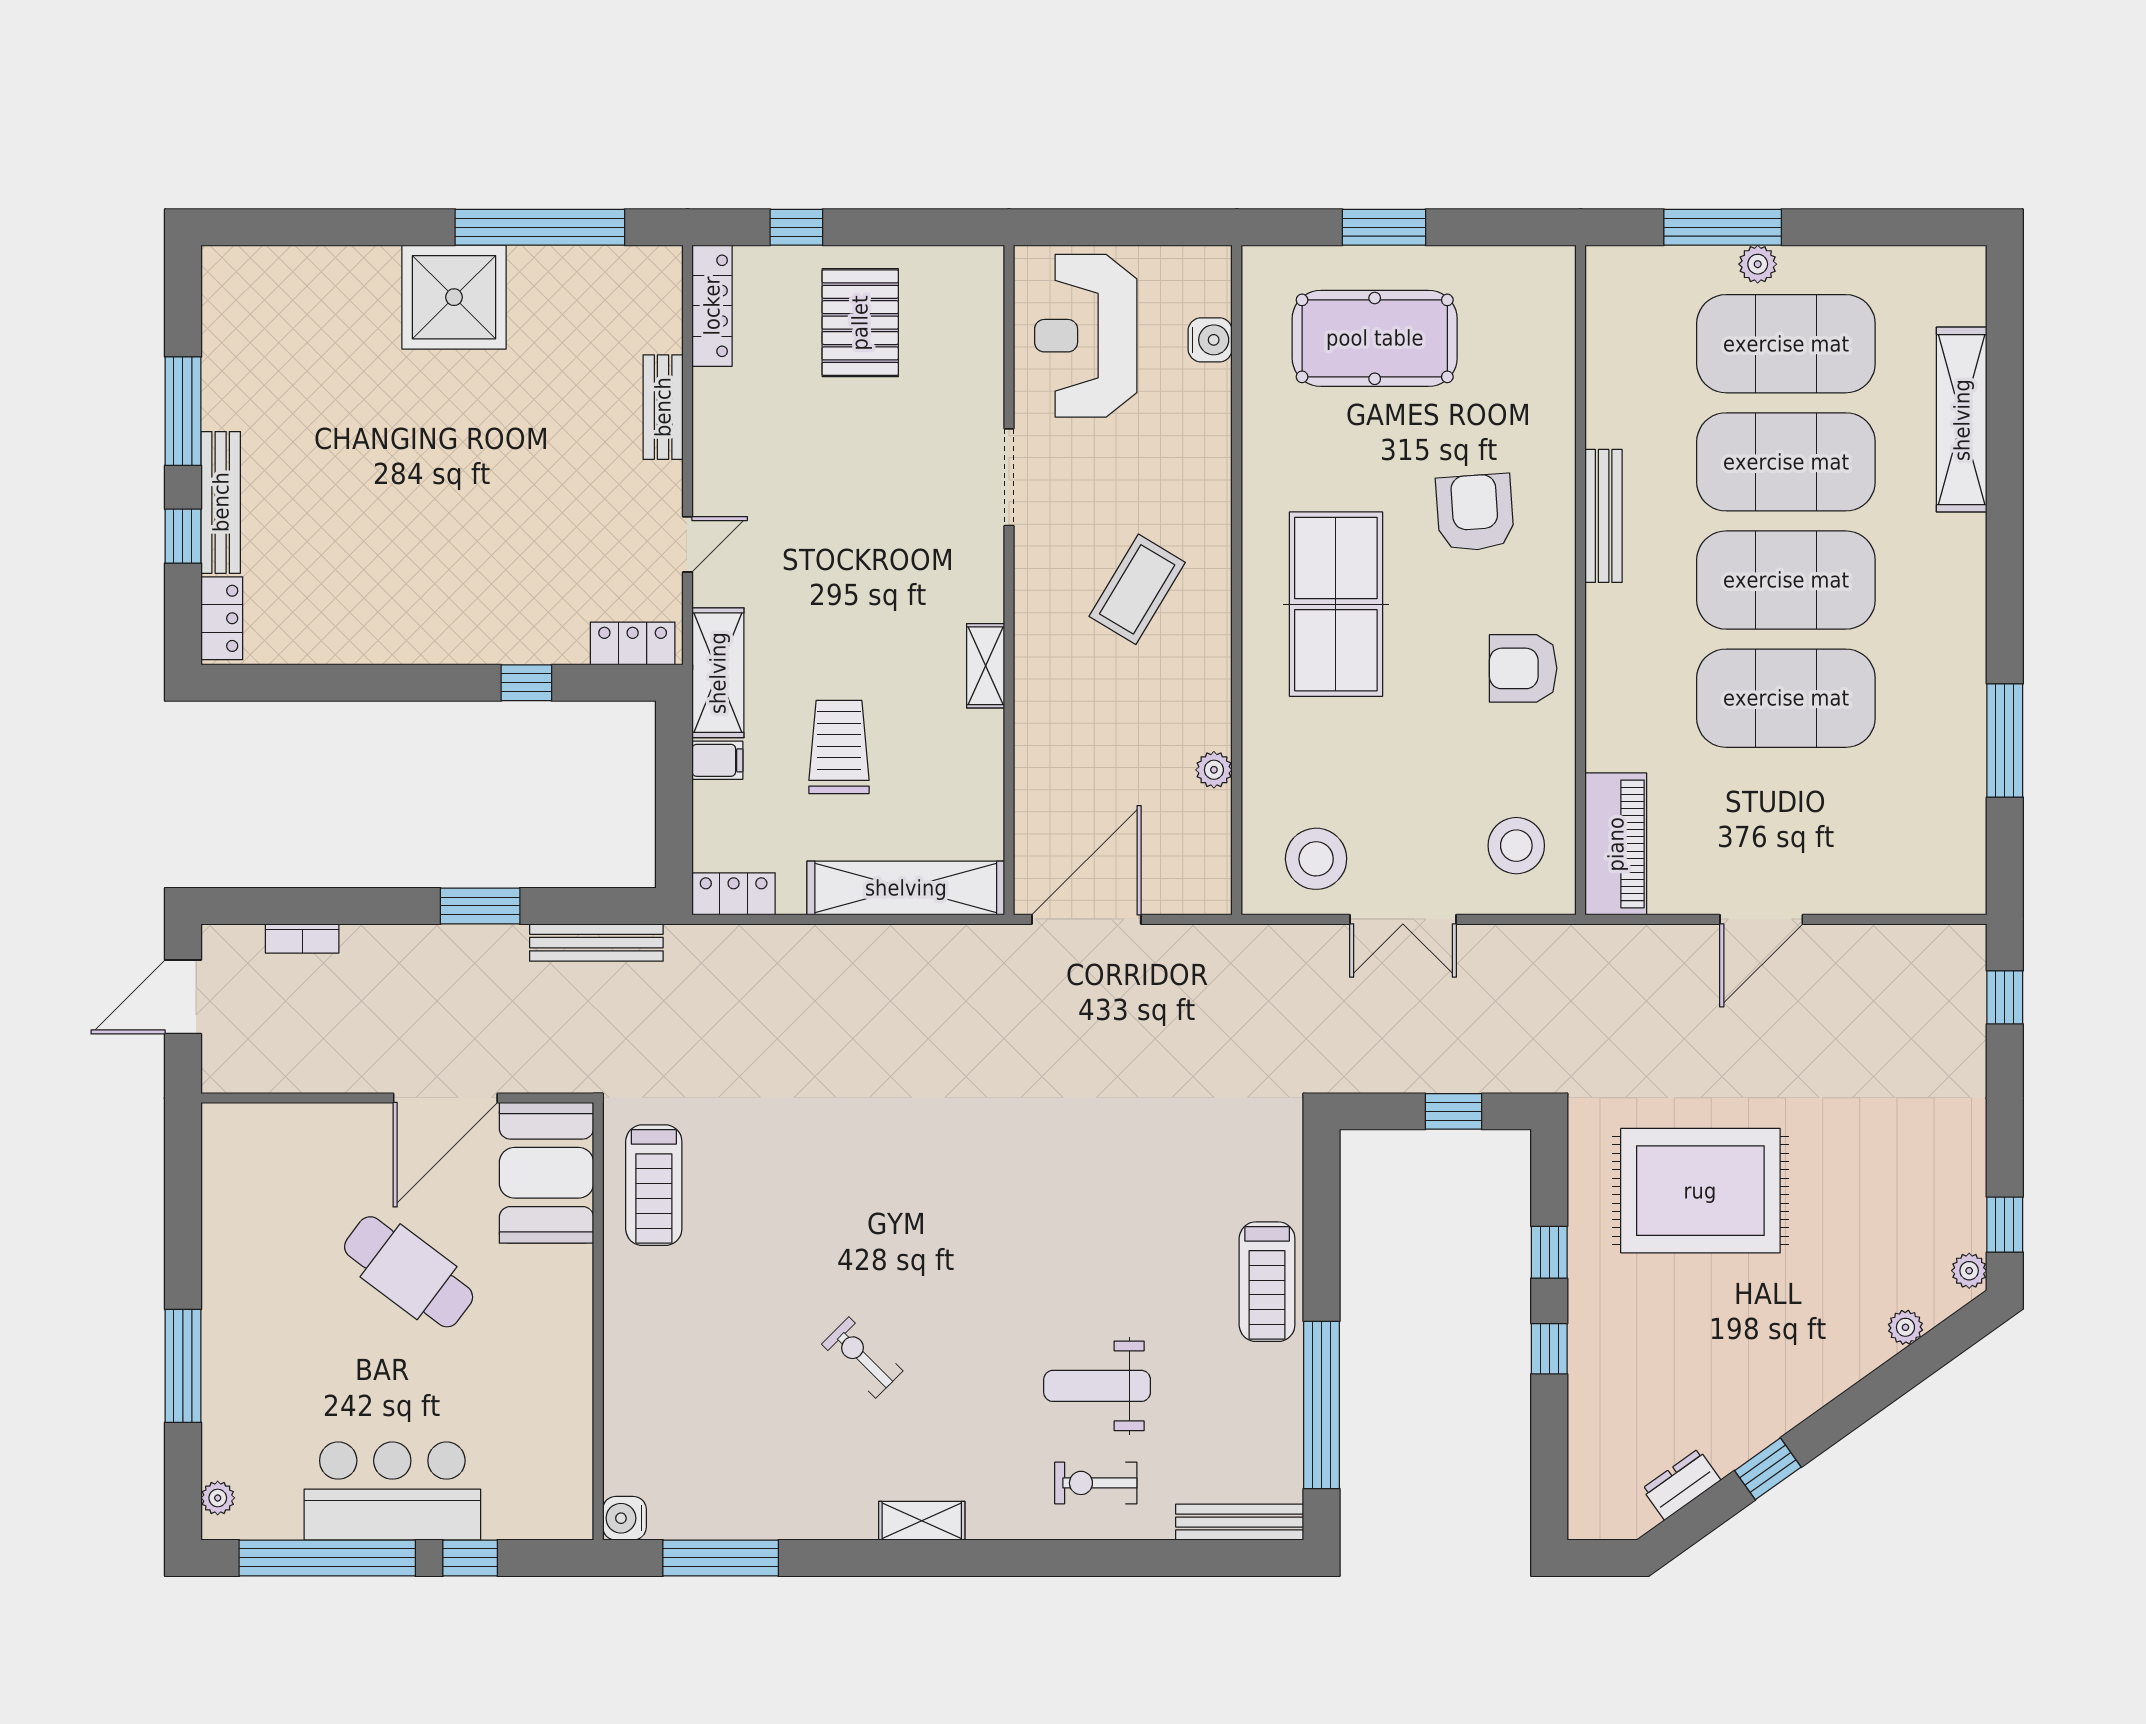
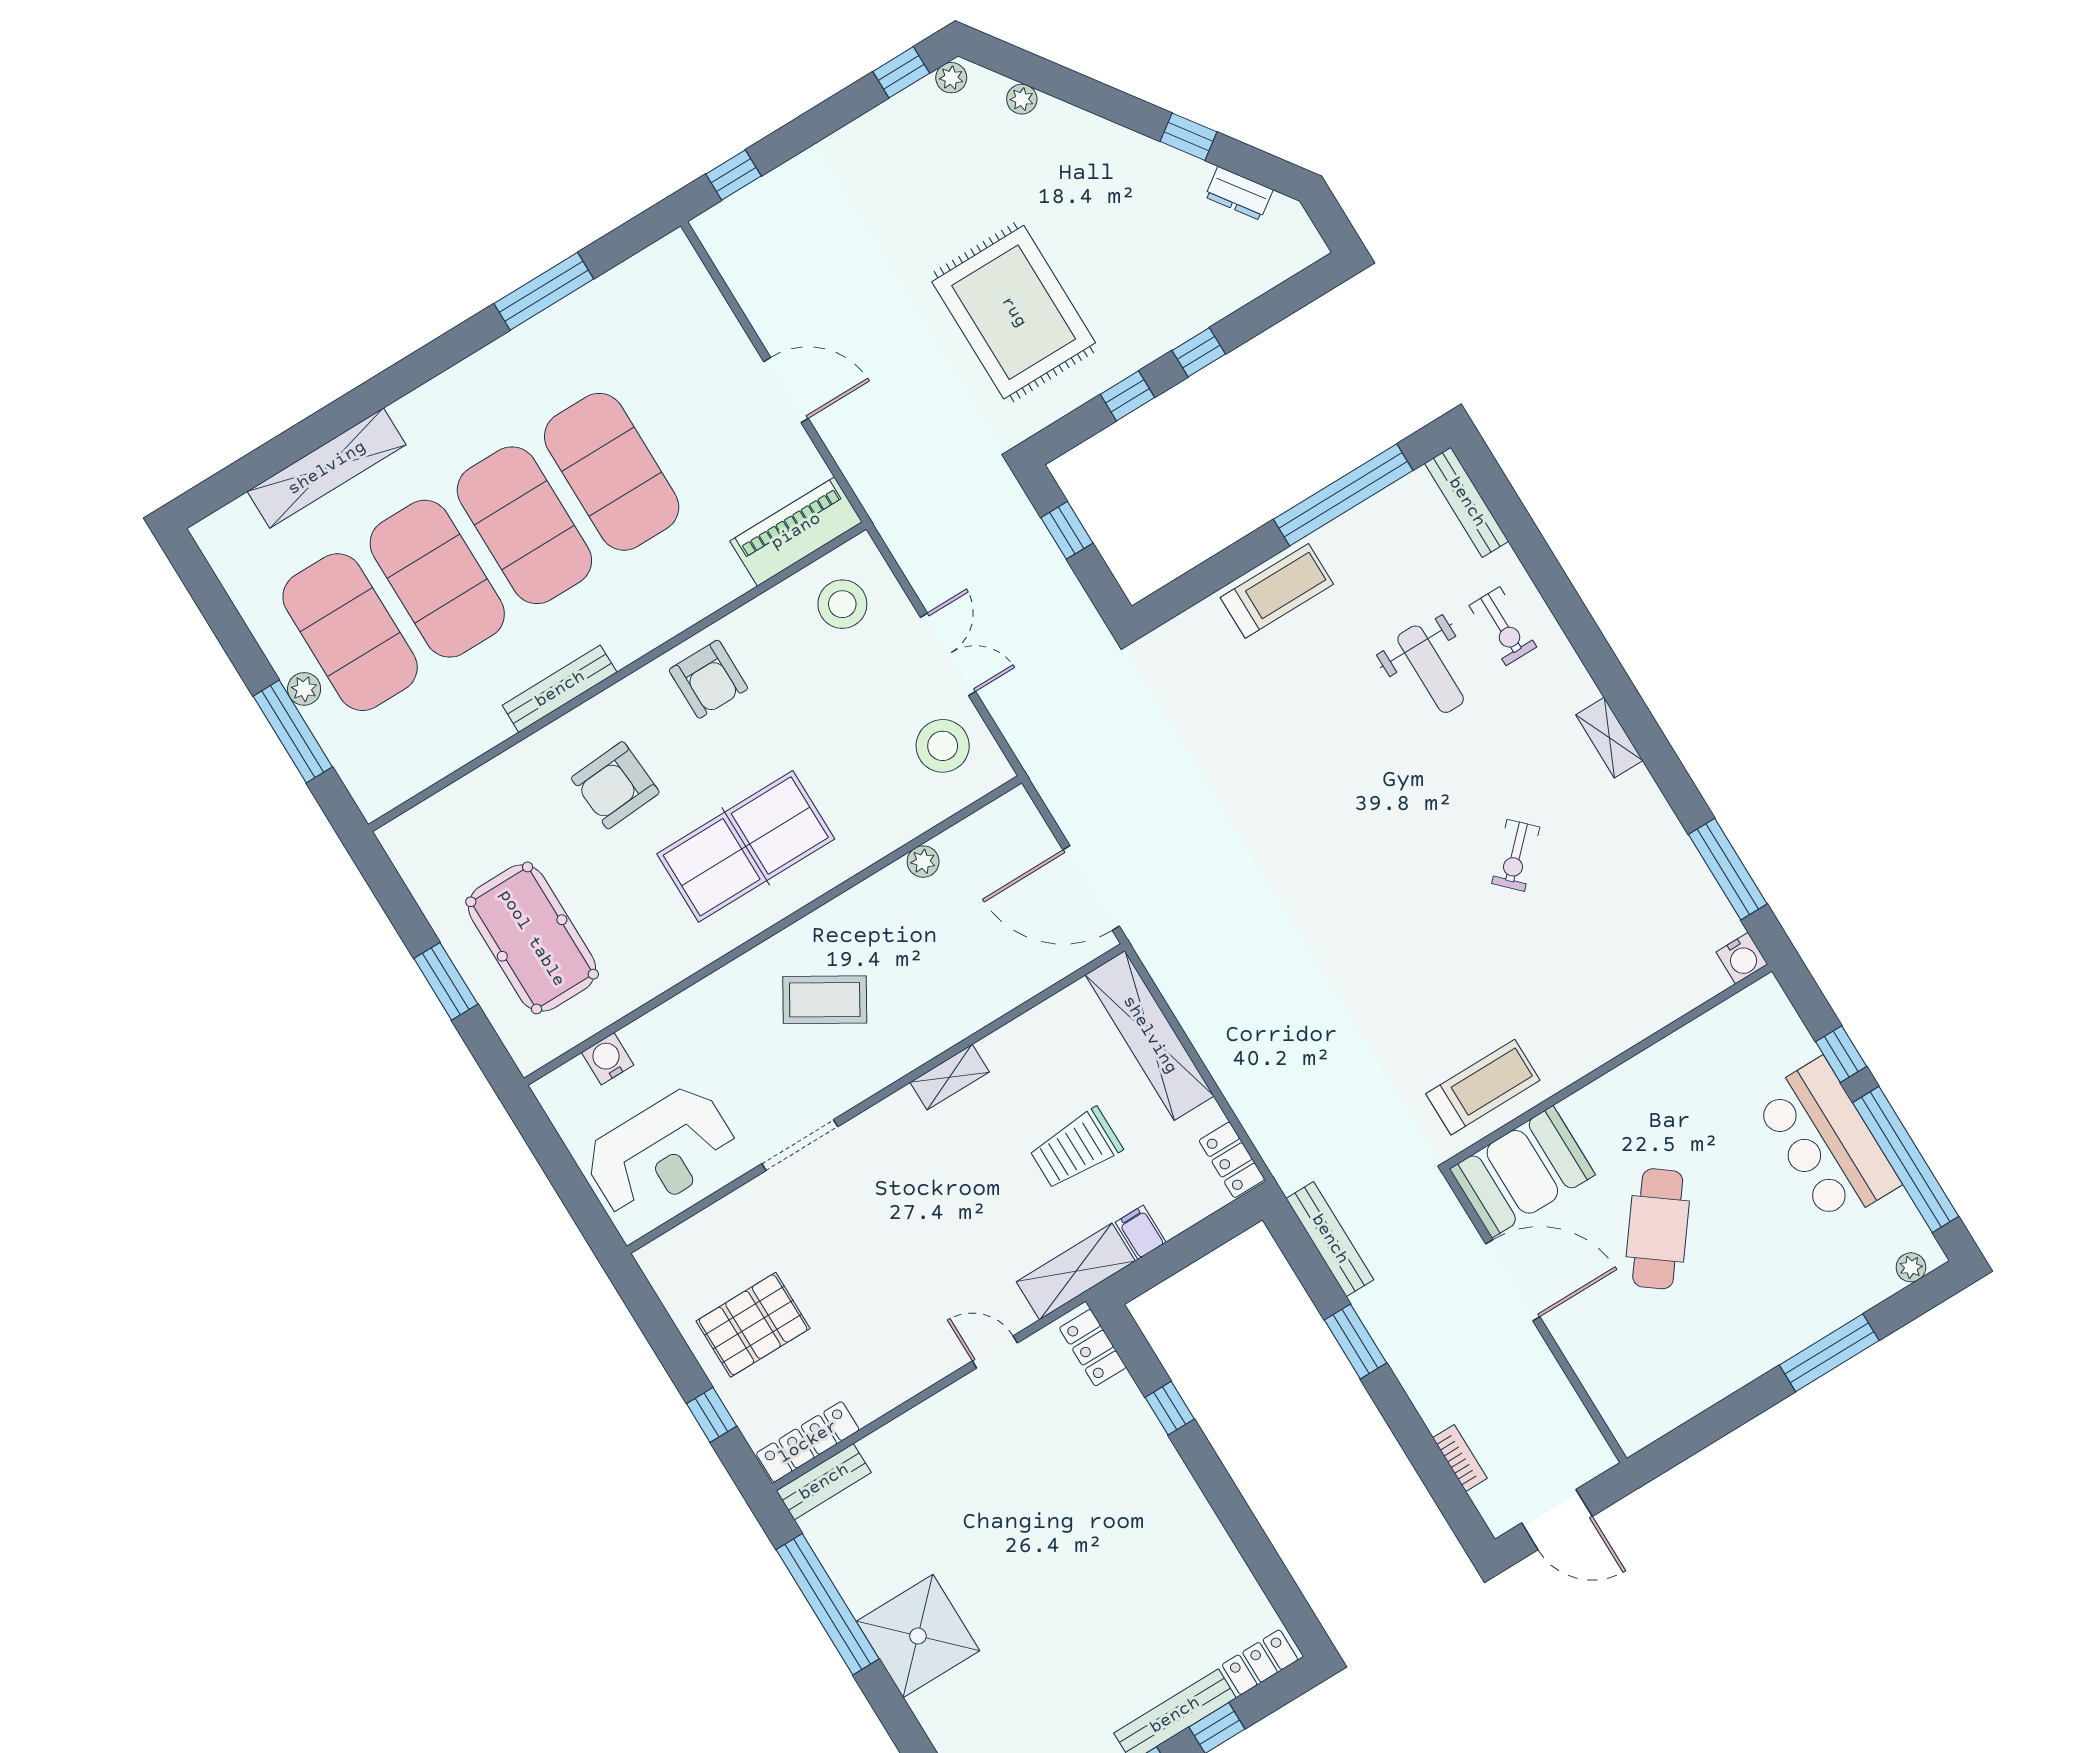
bench: (663, 407) -> (824, 1482), moved

